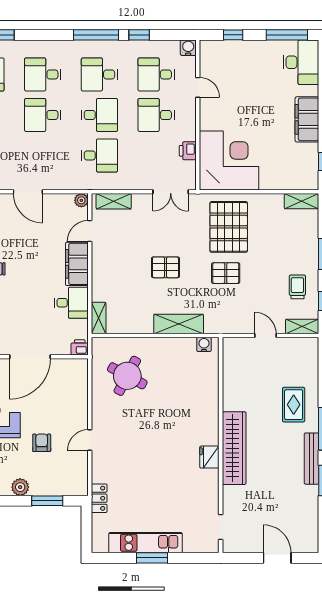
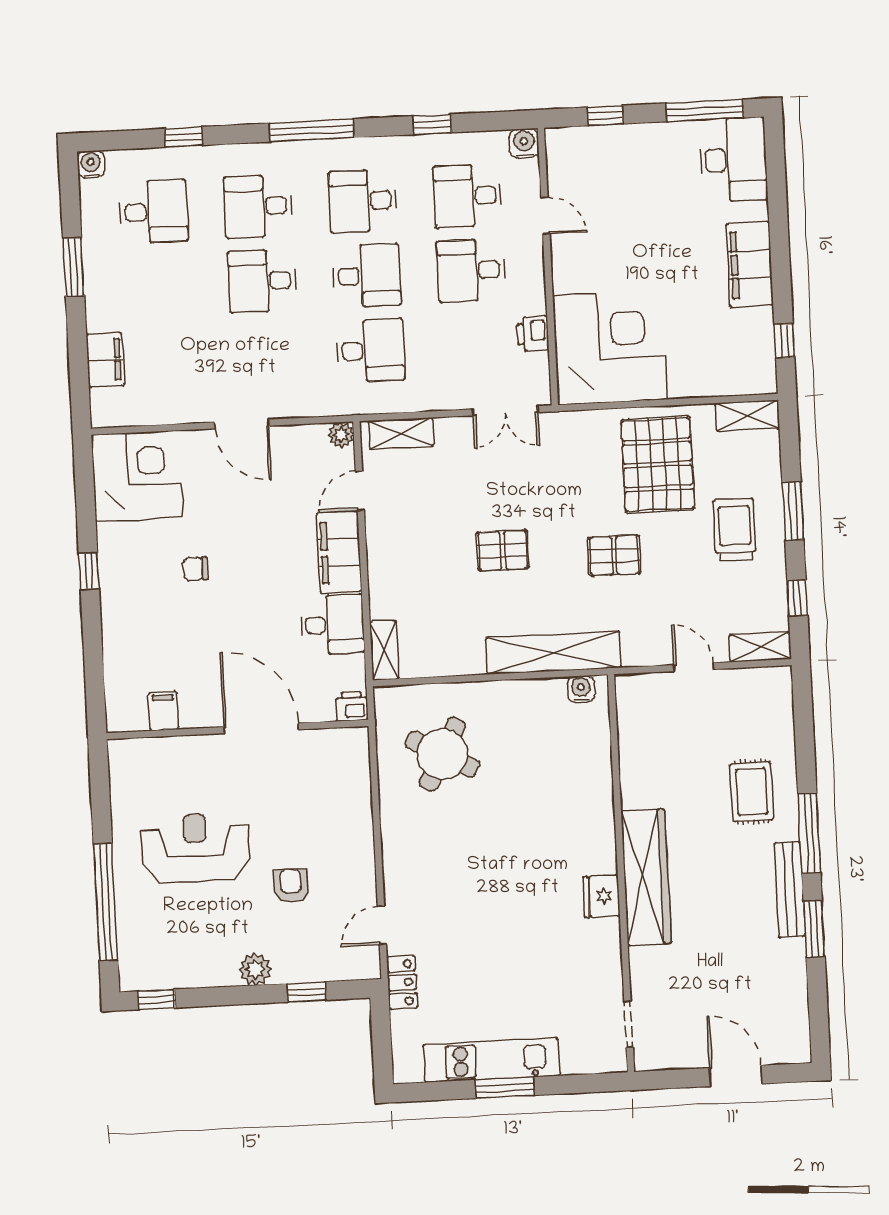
window: (96, 35) -> (312, 130), moved
pallet: (229, 227) -> (658, 465), moved
trolley: (297, 287) -> (735, 530), moved, width x1.36, depth x1.39
shelving: (179, 324) -> (553, 653), width x1.47
door: (30, 357) -> (261, 728), swing flipped
door: (90, 440) -> (382, 925), moved
window: (47, 501) -> (306, 992), width x0.67

